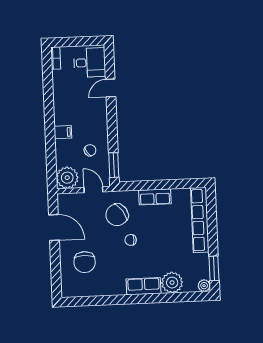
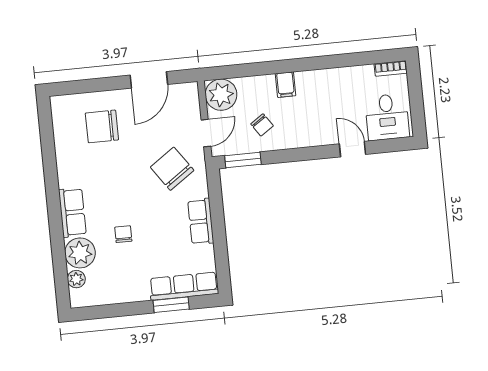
row of seats: (200, 220) -> (184, 286), width x0.73
chair: (131, 240) -> (123, 234), moved
window: (214, 268) -> (171, 305), moved
plant: (204, 286) -> (76, 279), moved

